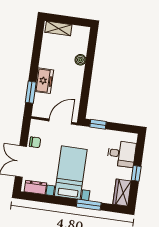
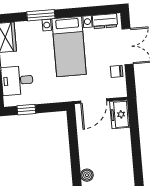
freezer: (44, 81) -> (120, 114), moved
window: (31, 92) -> (134, 126), removed
window: (98, 124) -> (26, 110), moved

